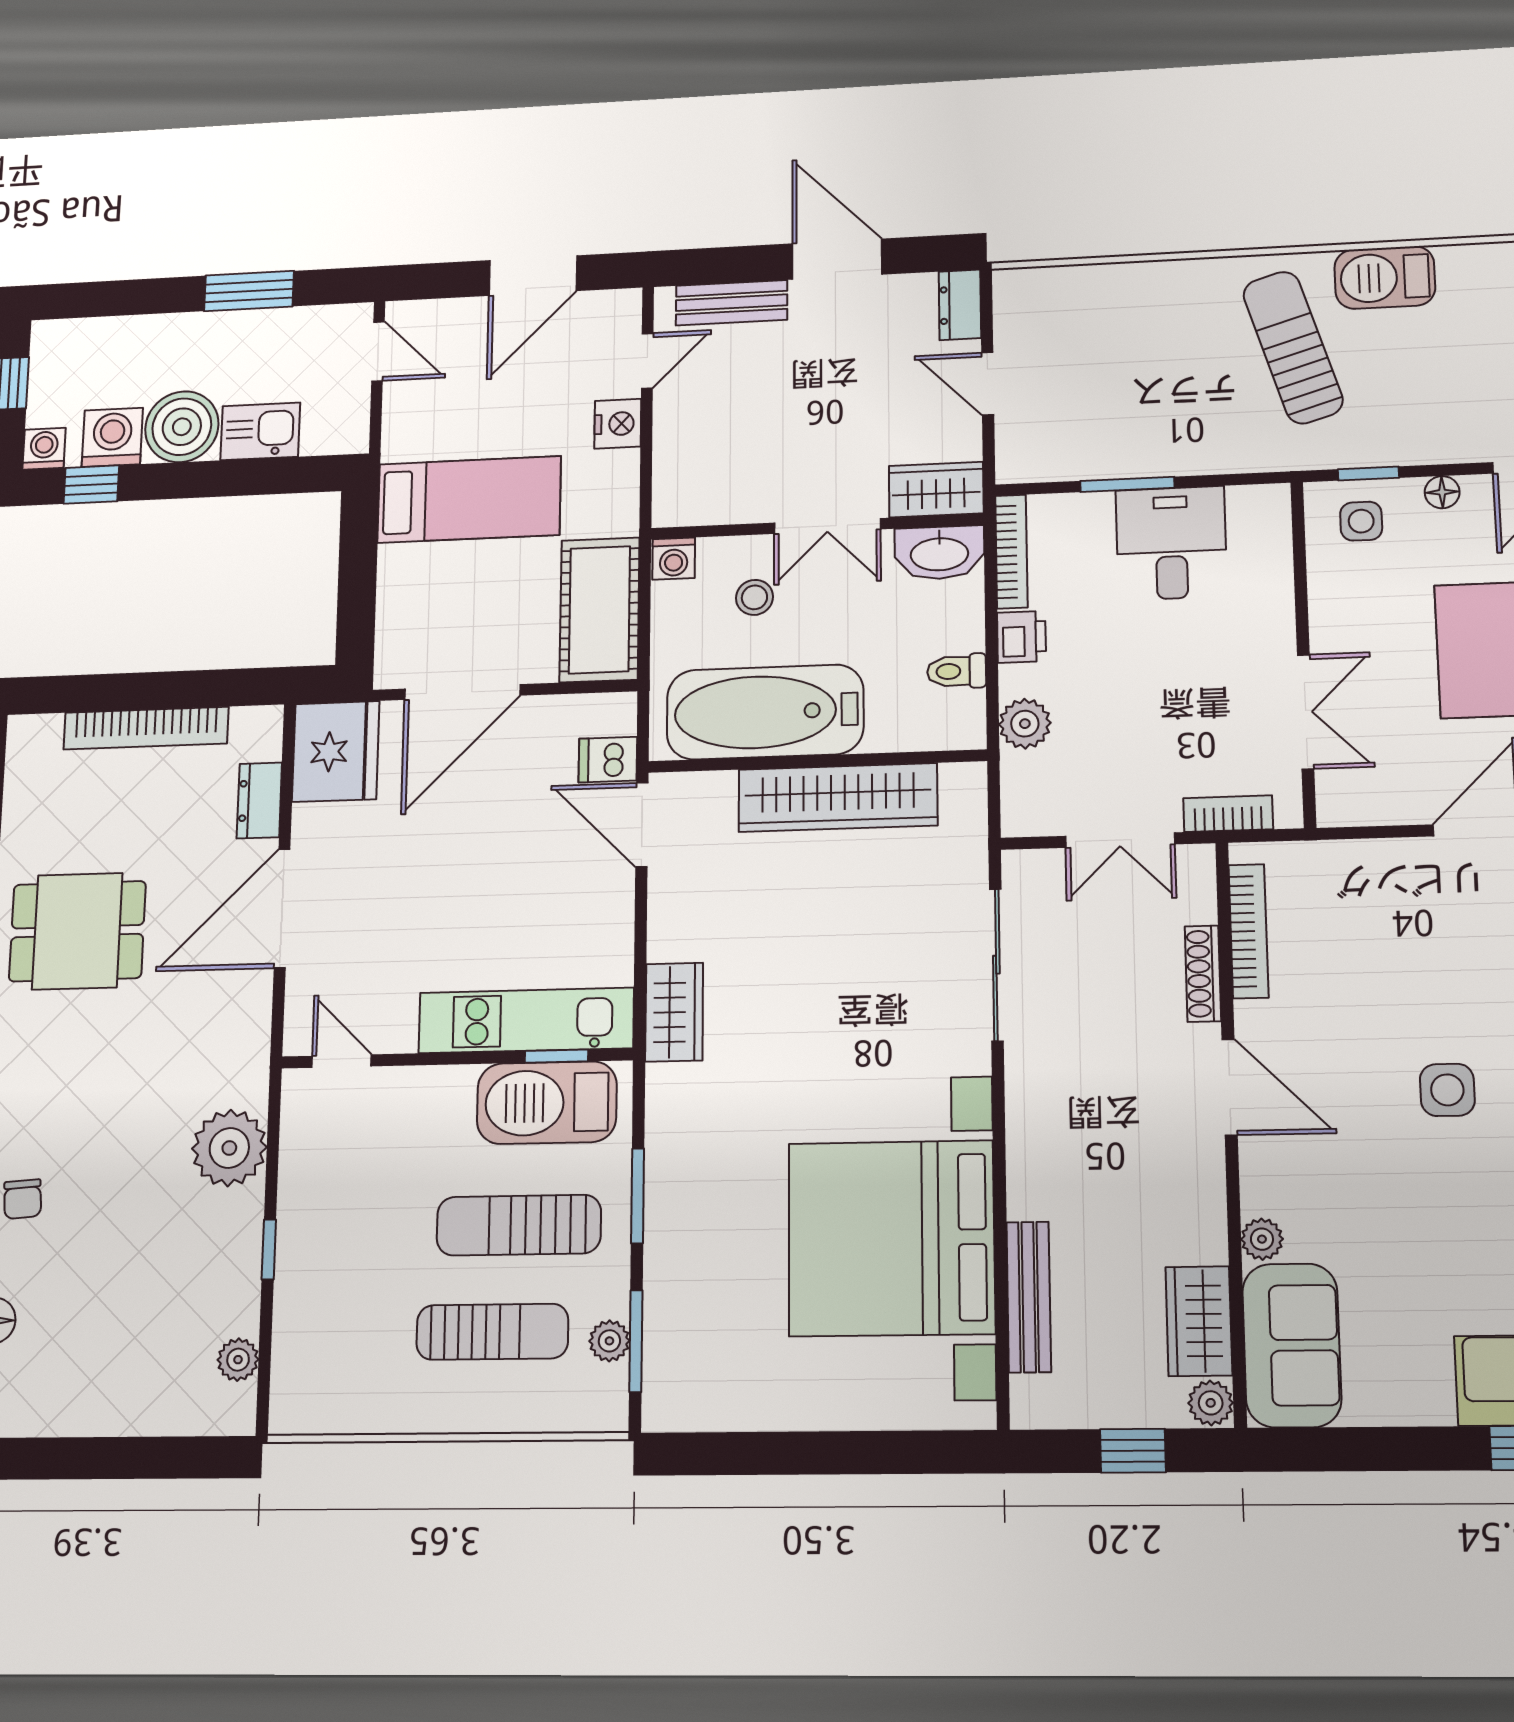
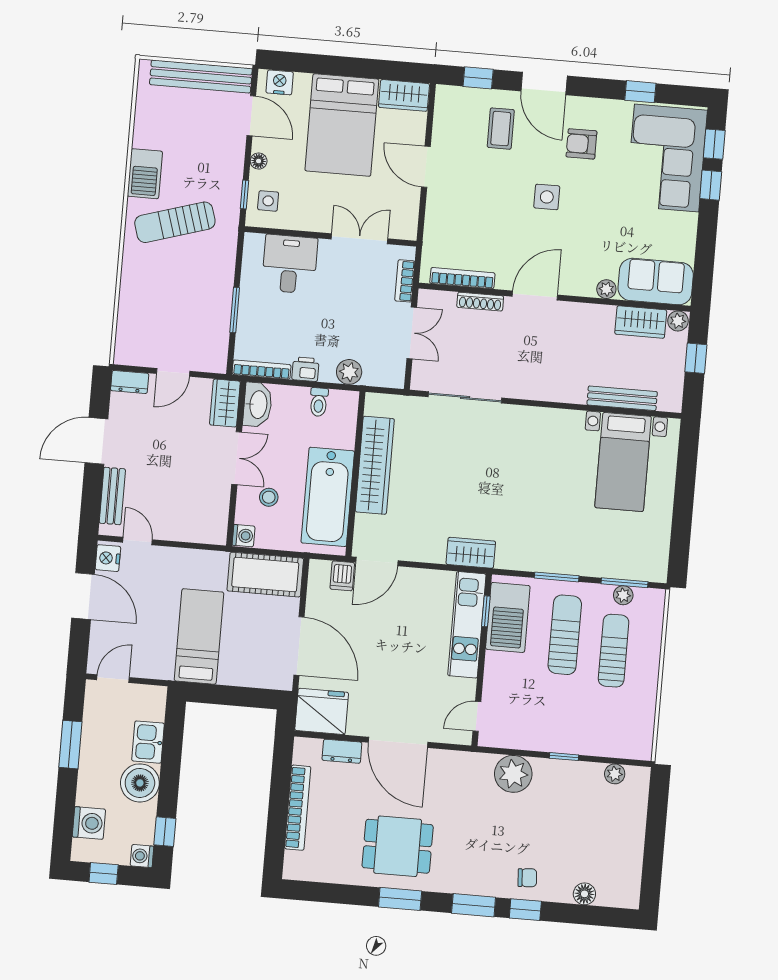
nightstand: (618, 424) -> (108, 558), moved, turned -90
washing machine: (112, 437) -> (89, 823), moved, turned 180
desk: (1171, 543) -> (290, 264), moved, turned 90
dining table: (77, 931) -> (398, 846), turned 90
sun lounger: (519, 1225) -> (565, 635), turned 180
bed with nightstands: (891, 1238) -> (623, 462), width x0.54

